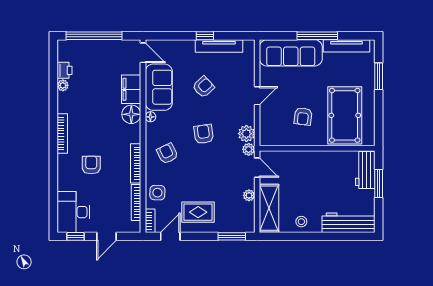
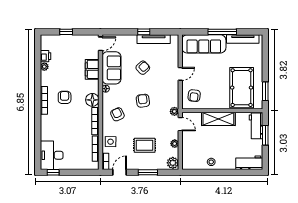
window: (94, 36) -> (66, 32), width x0.32
door: (143, 53) -> (100, 44), hinge flipped
window: (379, 76) -> (265, 91), moved
floor lamp: (131, 114) -> (92, 100), moved
armchair: (303, 116) -> (194, 96), moved
plant: (246, 134) -> (173, 163), moved
armchair: (91, 165) -> (65, 97), moved
shelving: (269, 208) -> (218, 119), moved, turned 90
rug: (198, 212) -> (145, 145), moved
workbench: (348, 223) -> (249, 163), width x0.73
door: (106, 236) -> (75, 172), removed
window: (232, 236) -> (148, 172), moved

